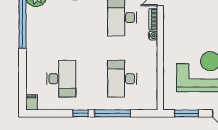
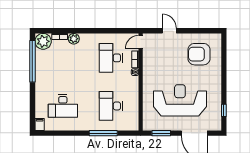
desk: (61, 79) -> (63, 106), turned 90
window: (81, 113) -> (78, 133), removed

